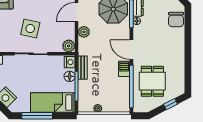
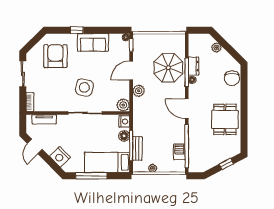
bench: (83, 68) -> (137, 148), moved
barbecue: (124, 69) -> (179, 152), moved
dining table: (152, 81) -> (225, 119), moved

